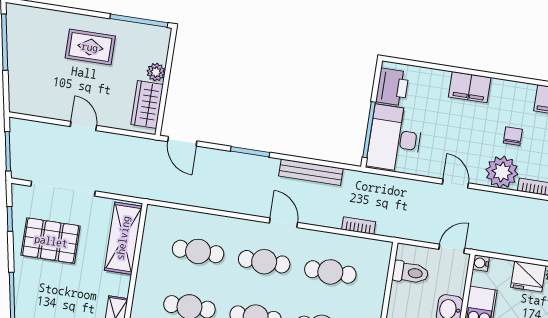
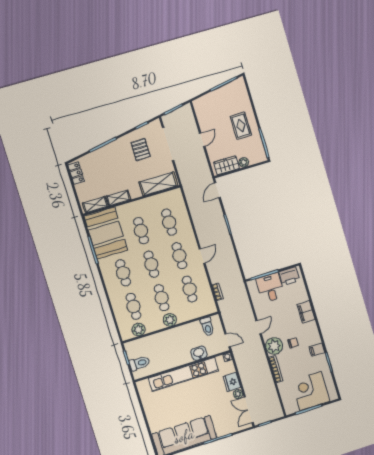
desk: (395, 139) -> (270, 288), width x0.73
bench: (311, 172) -> (232, 257), removed
pallet: (51, 241) -> (141, 150), width x0.67, depth x0.71

